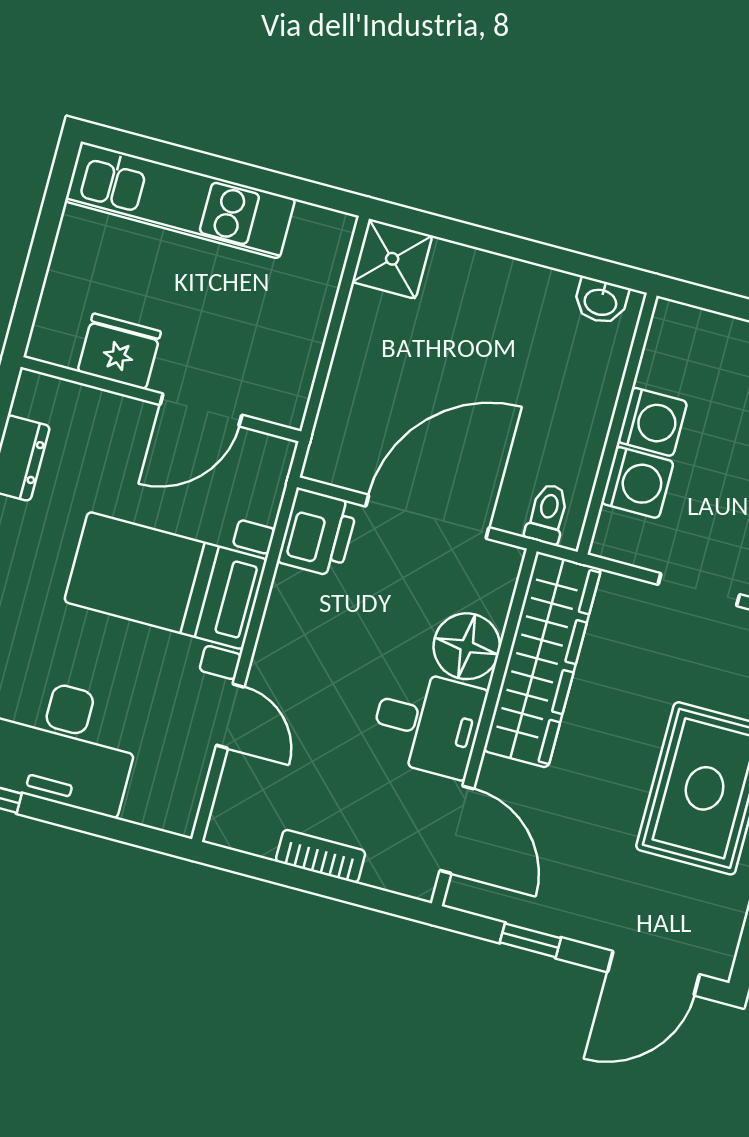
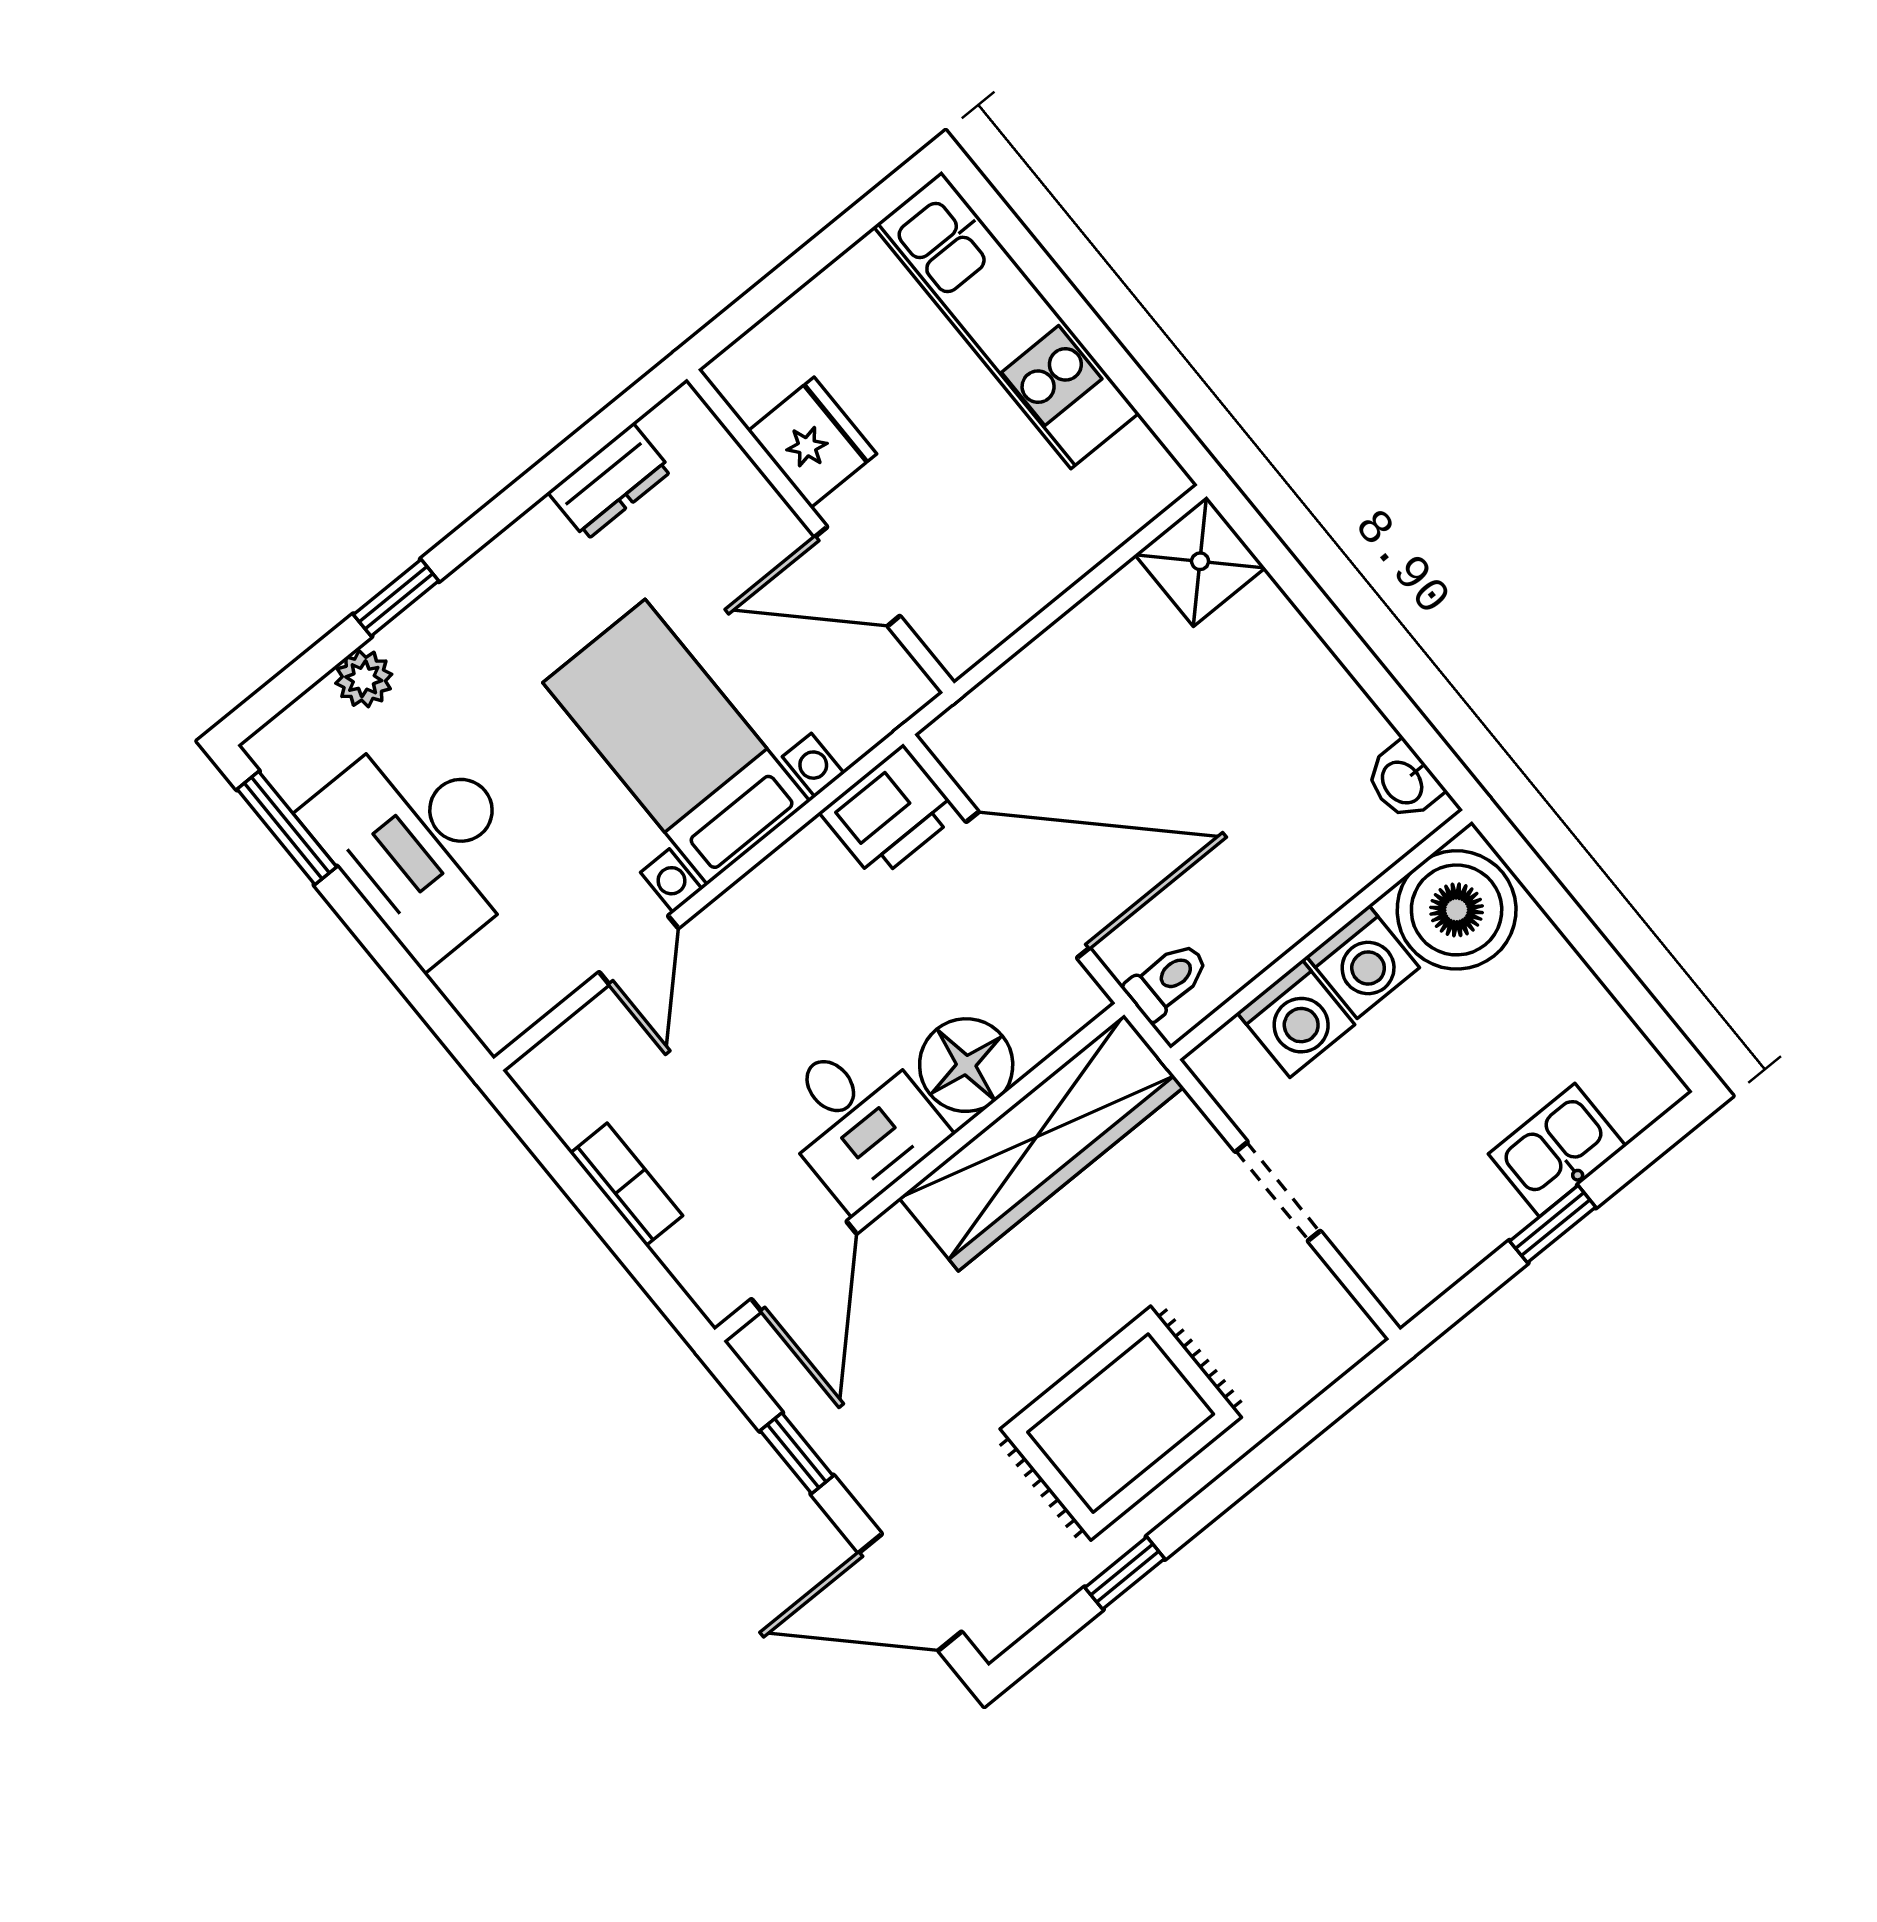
boiler: (685, 353) -> (1457, 910), added

